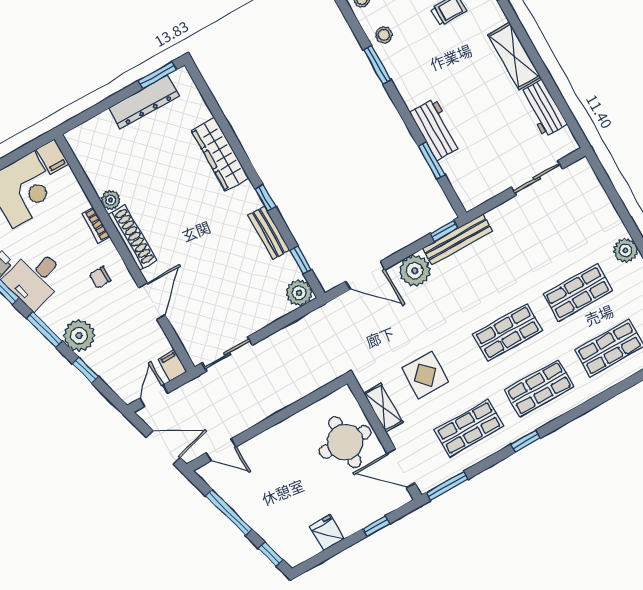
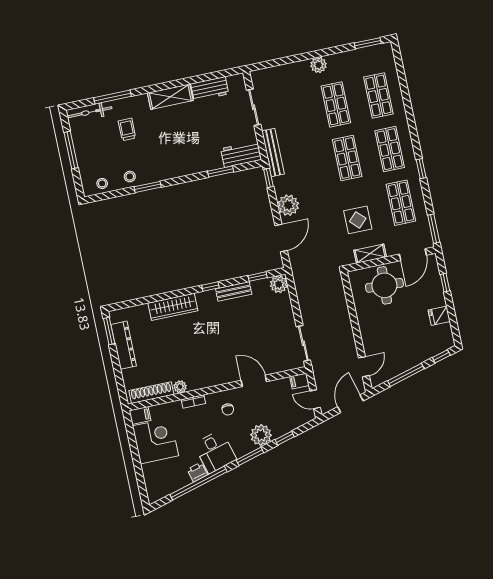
workbench: (436, 129) -> (241, 154), moved
shoe rack: (132, 237) -> (151, 393), moved
bench: (457, 240) -> (273, 152), moved

